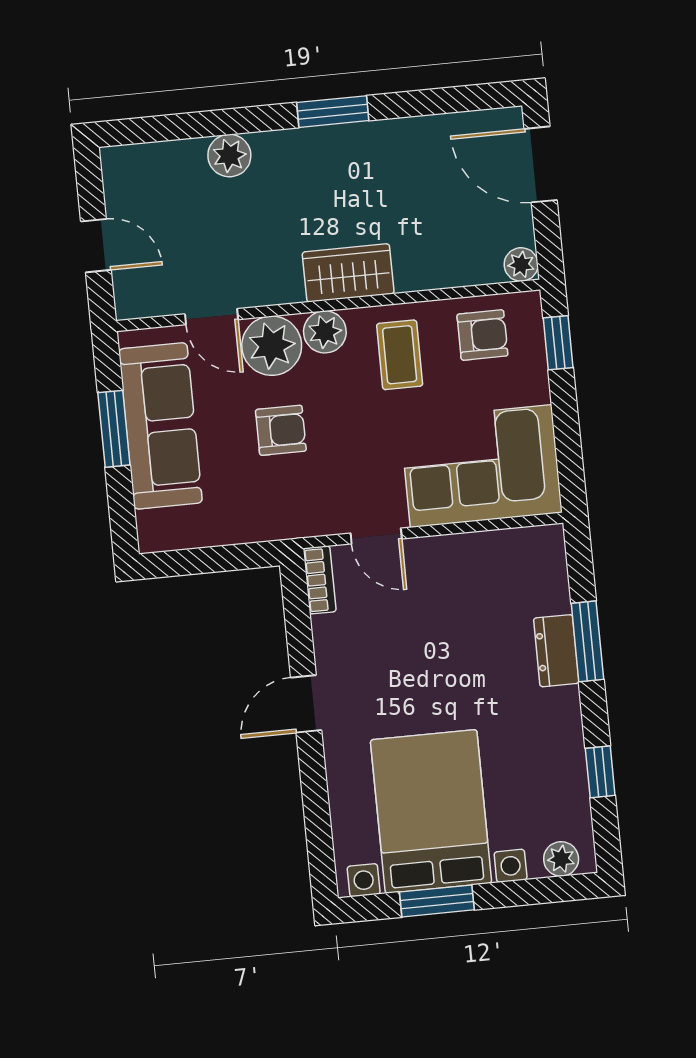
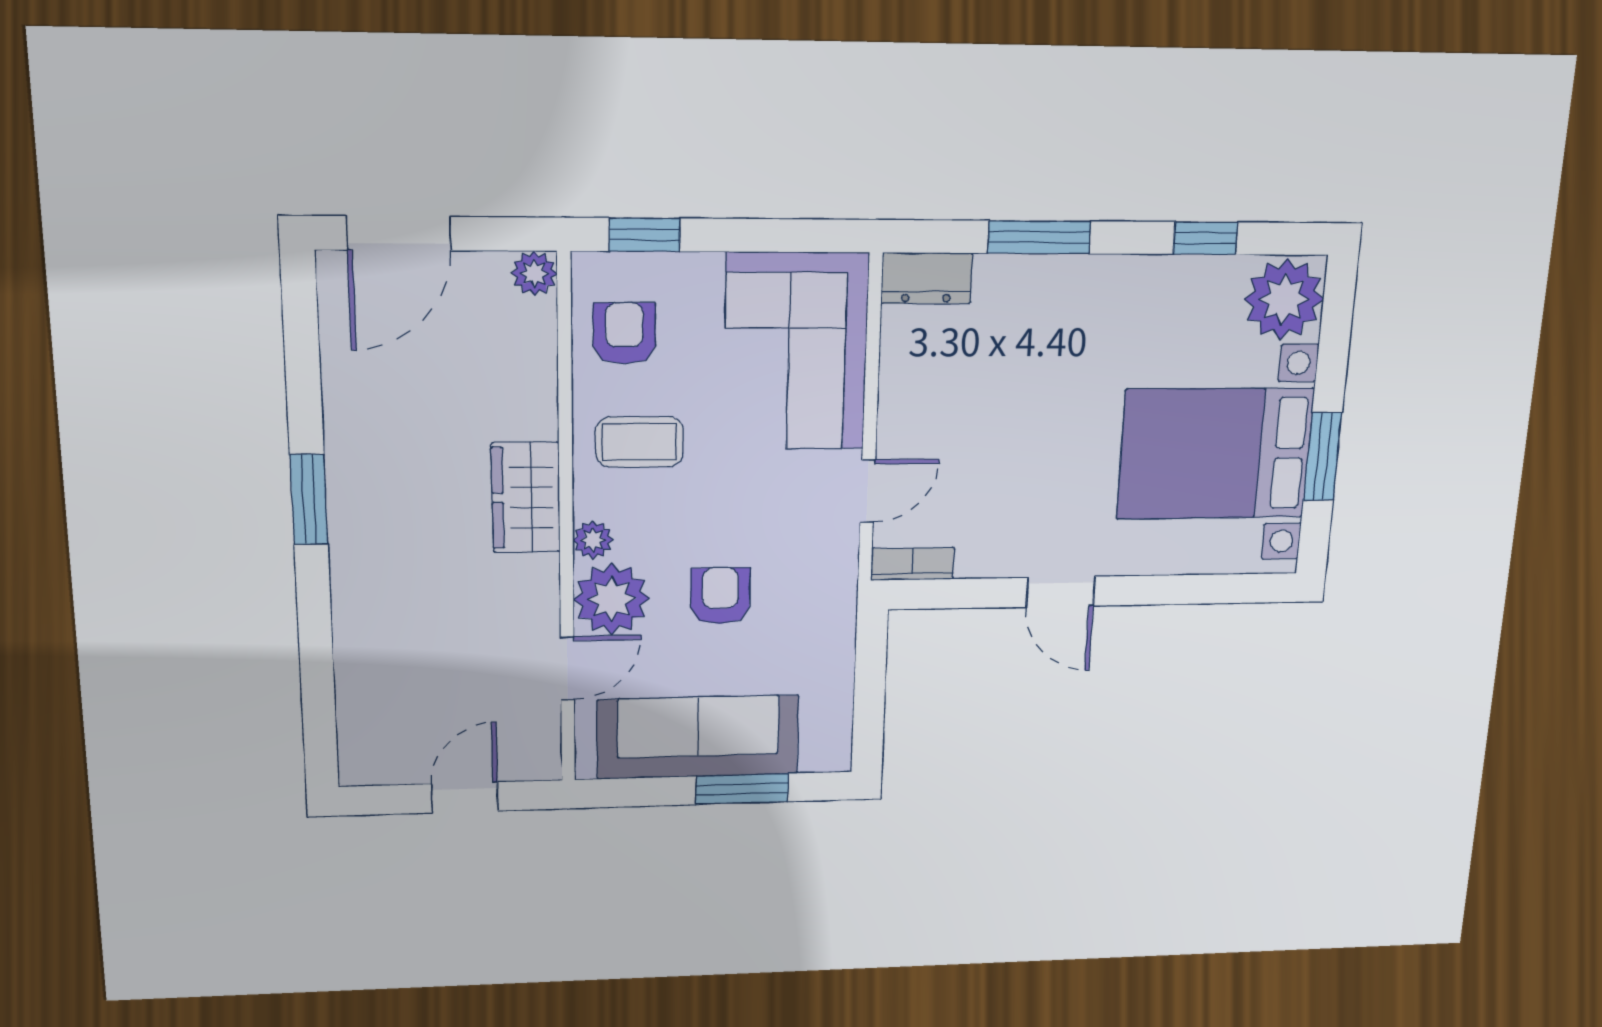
plant: (229, 156) -> (360, 632), removed
plant: (325, 332) -> (593, 540), width x0.73, depth x0.73
window: (114, 429) -> (742, 789), moved
dresser: (556, 651) -> (927, 278), moved
plant: (561, 859) -> (1284, 299), width x1.88, depth x1.88

